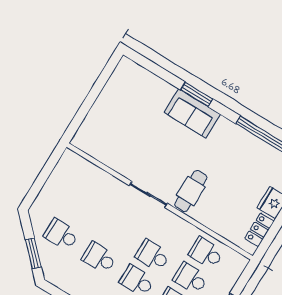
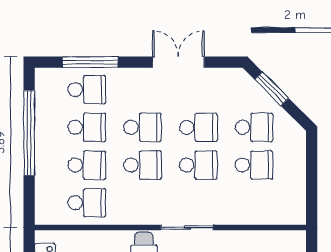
school desk: (77, 209) -> (254, 165), added
school desk: (115, 232) -> (198, 165), added

